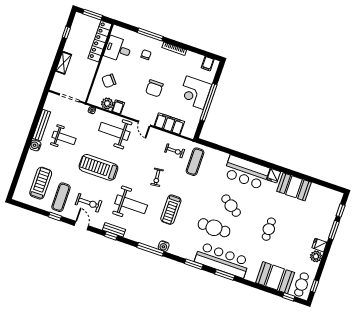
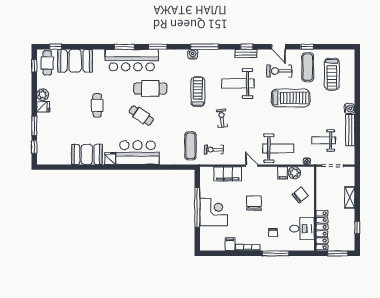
filing cabinet: (208, 64) -> (230, 244), moved
weight bench: (64, 138) -> (324, 140), moved
treadmill: (98, 167) -> (291, 98), moved

